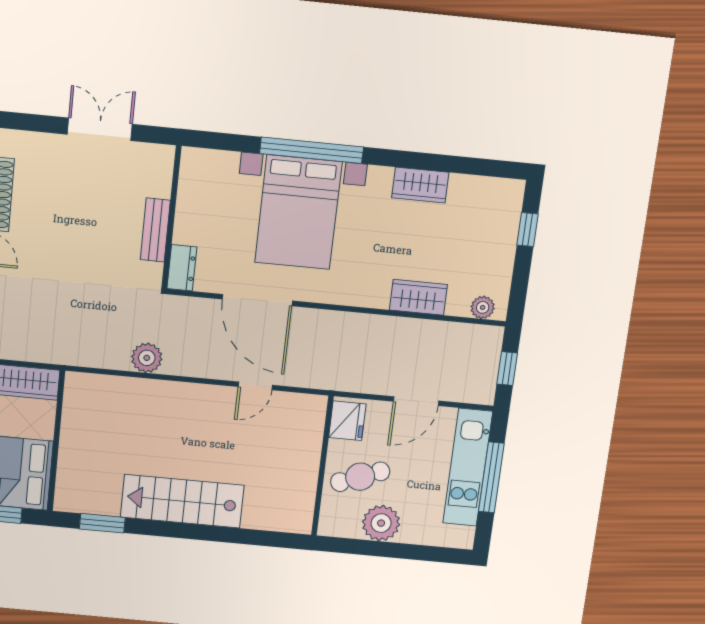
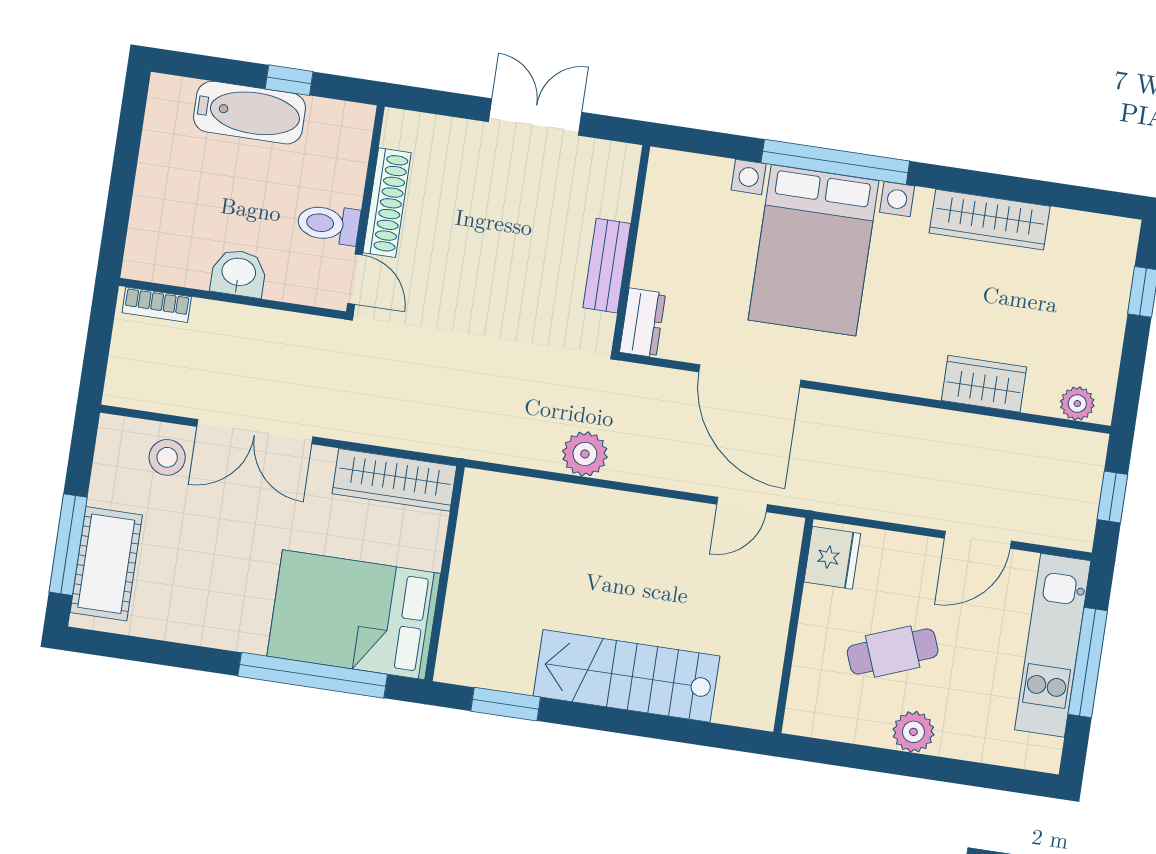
wardrobe: (420, 185) -> (990, 220), width x1.50
fridge: (347, 421) -> (832, 558), moved
wall: (322, 466) -> (793, 626), moved
plant: (381, 523) -> (913, 732), width x0.73, depth x0.73

